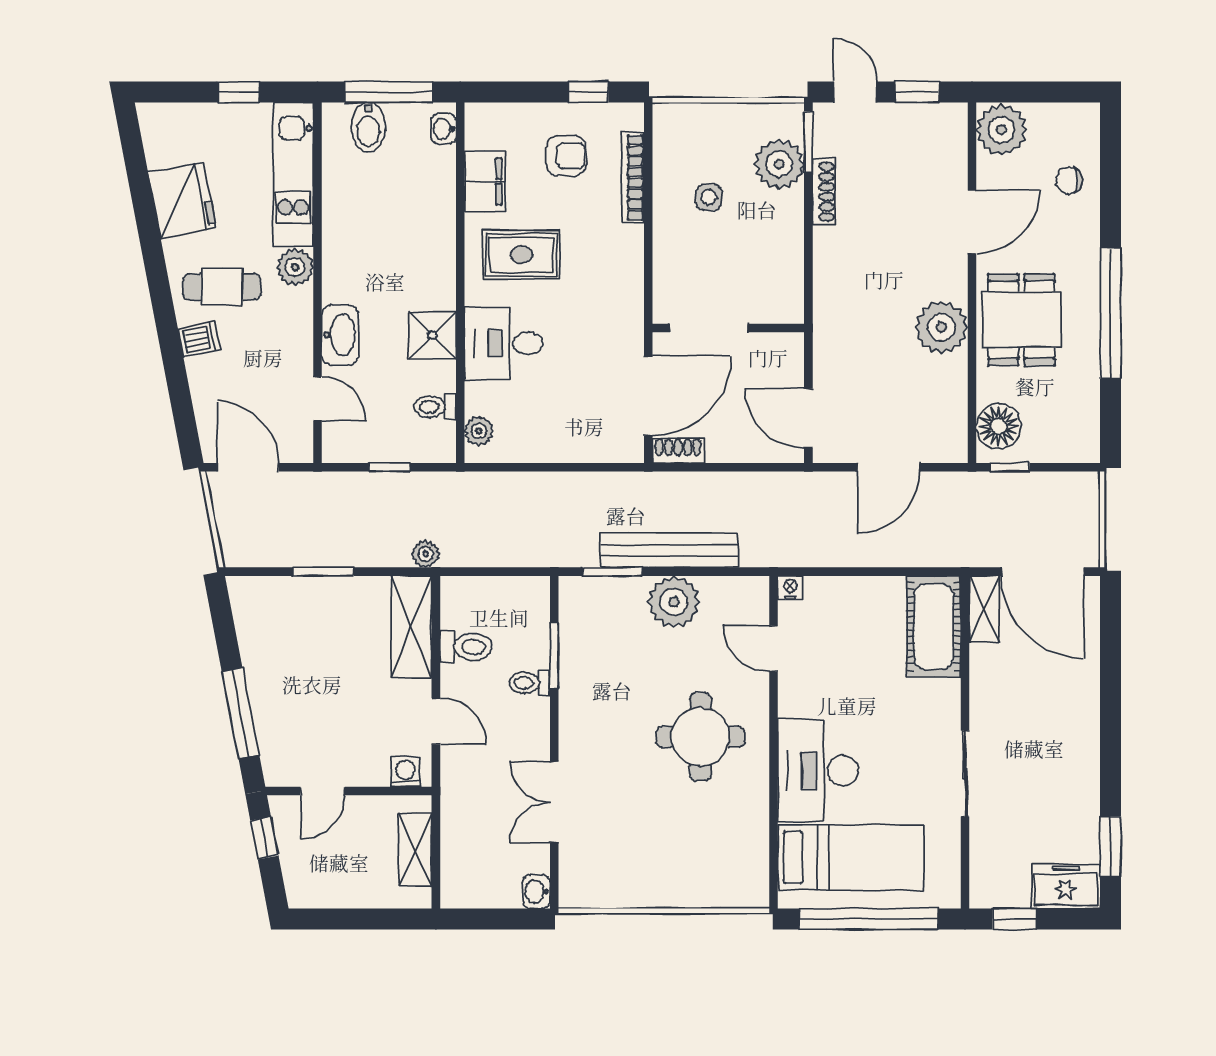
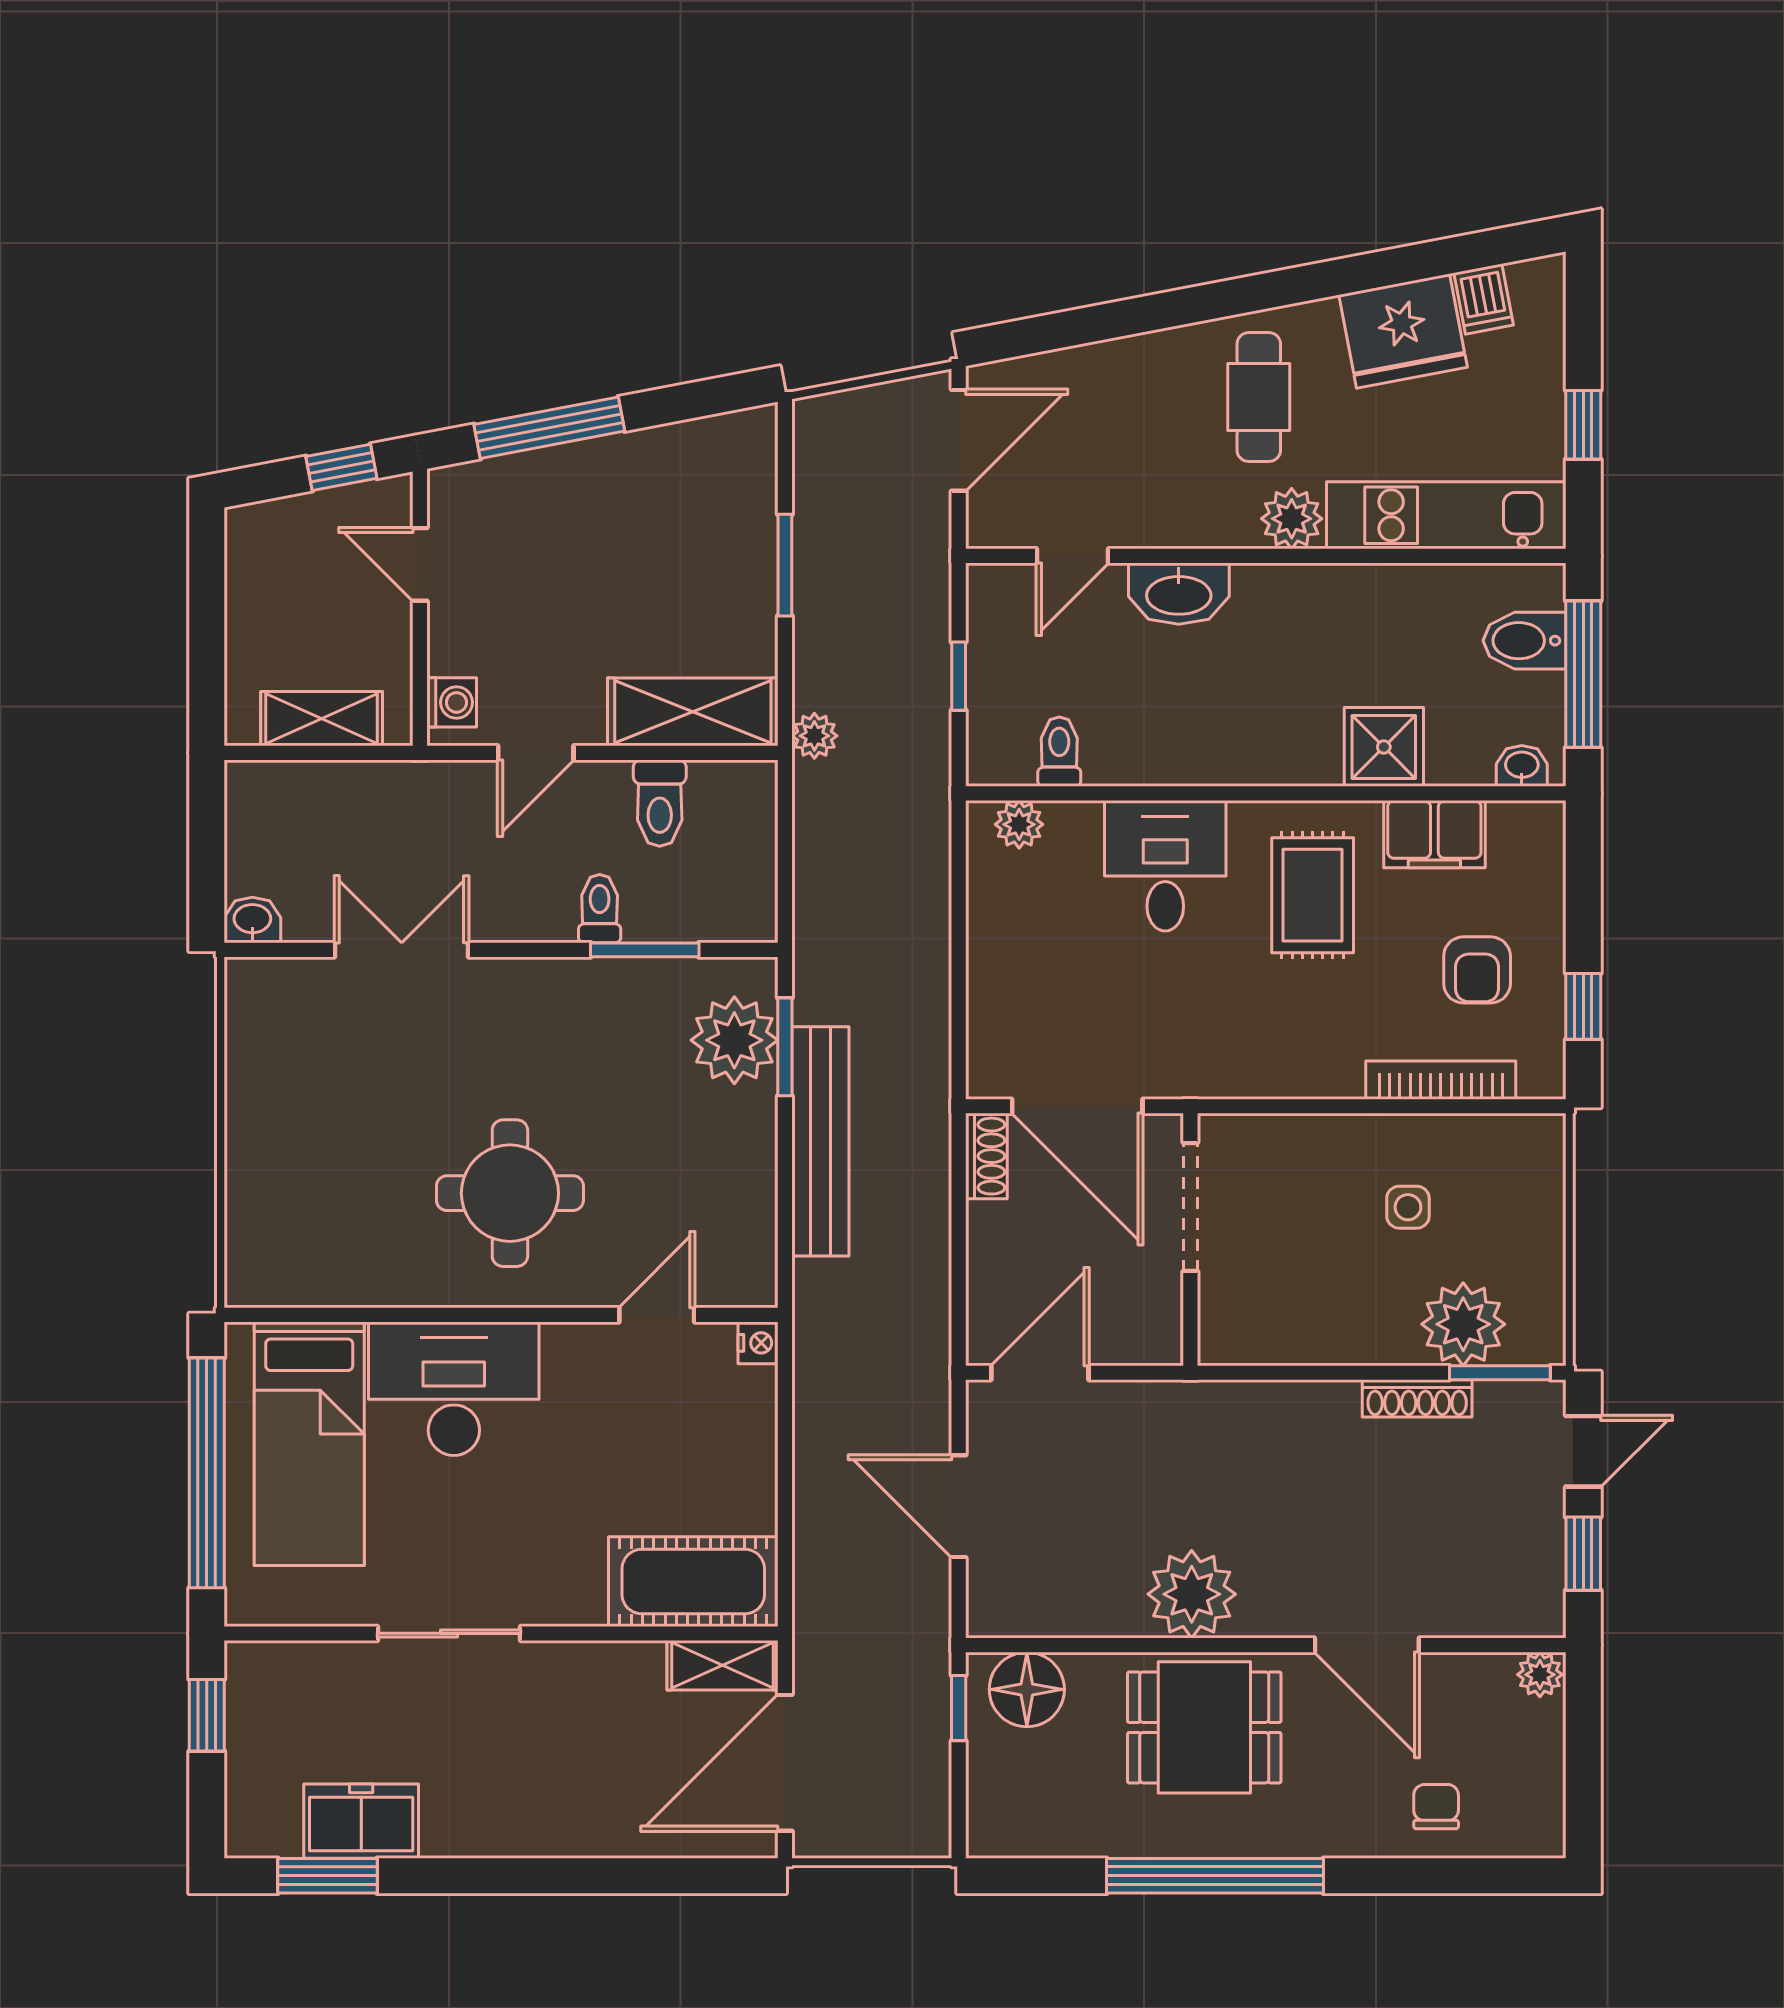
plant: (1001, 130) -> (1540, 1675), width x0.53, depth x0.53
shower: (432, 335) -> (1384, 747), moved
dishwasher: (199, 339) -> (1484, 299), moved
plant: (674, 602) -> (734, 1040), moved
freezer: (1066, 886) -> (361, 1821), moved, turned -90

